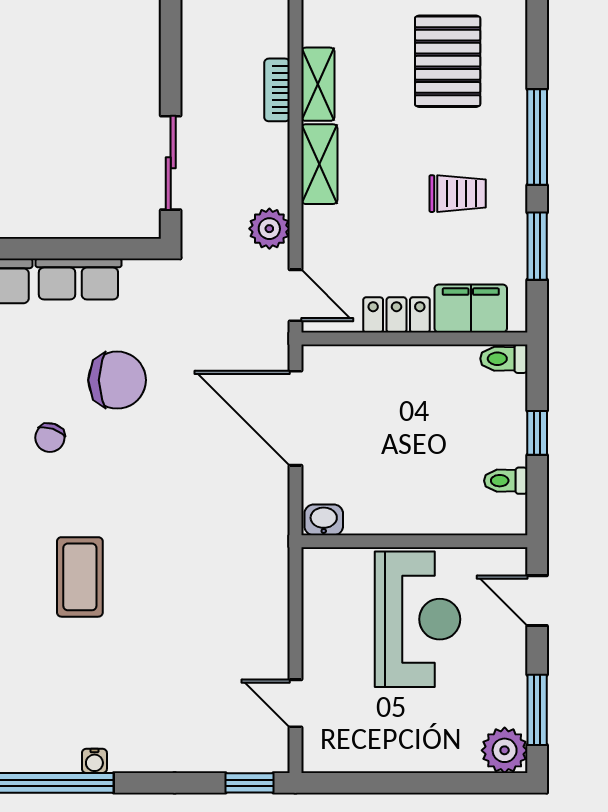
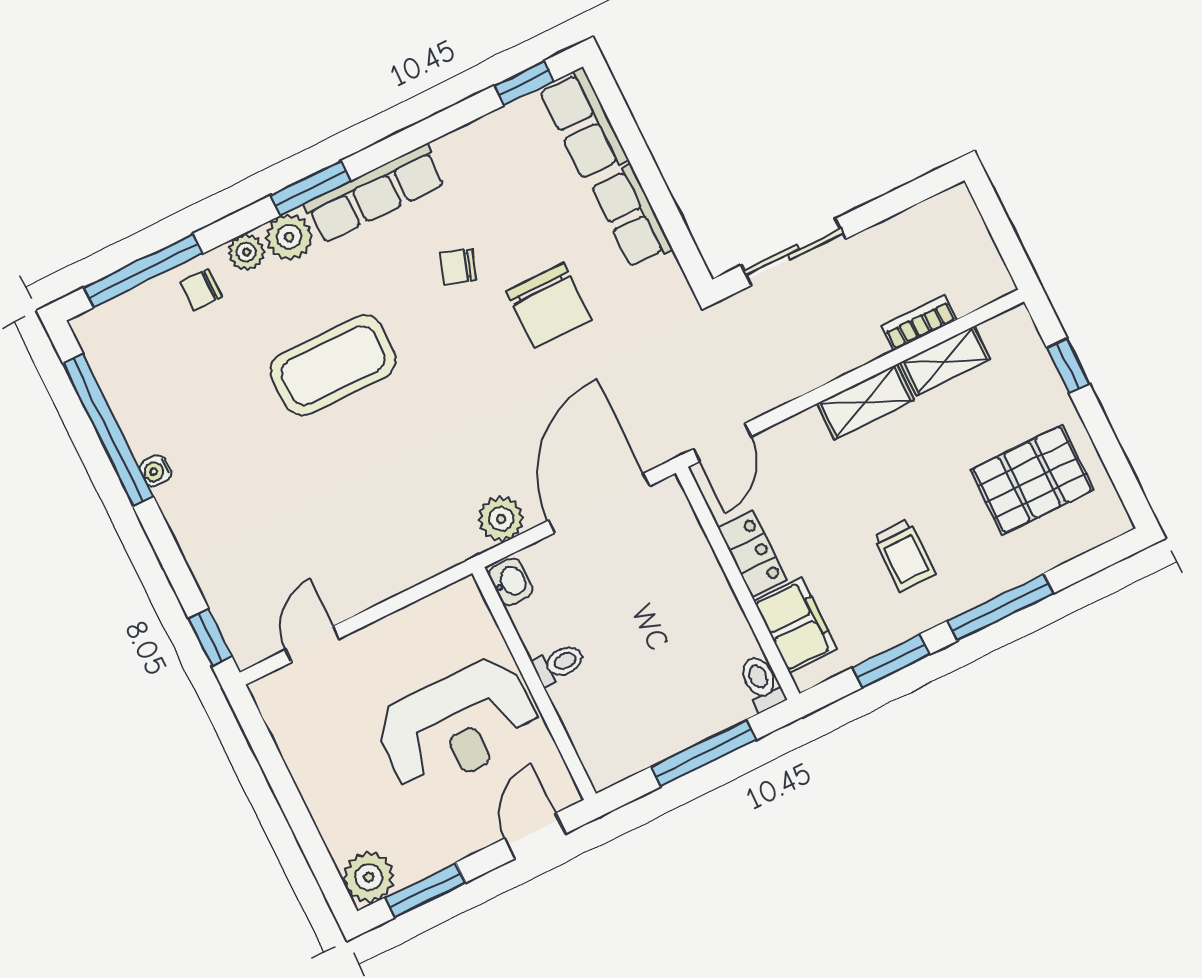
plant: (269, 229) -> (501, 519), moved
window: (537, 433) -> (704, 753), width x2.17
toilet: (506, 481) -> (559, 664), moved, turned 90
coffee table: (80, 577) -> (333, 365), width x1.36, depth x1.32

